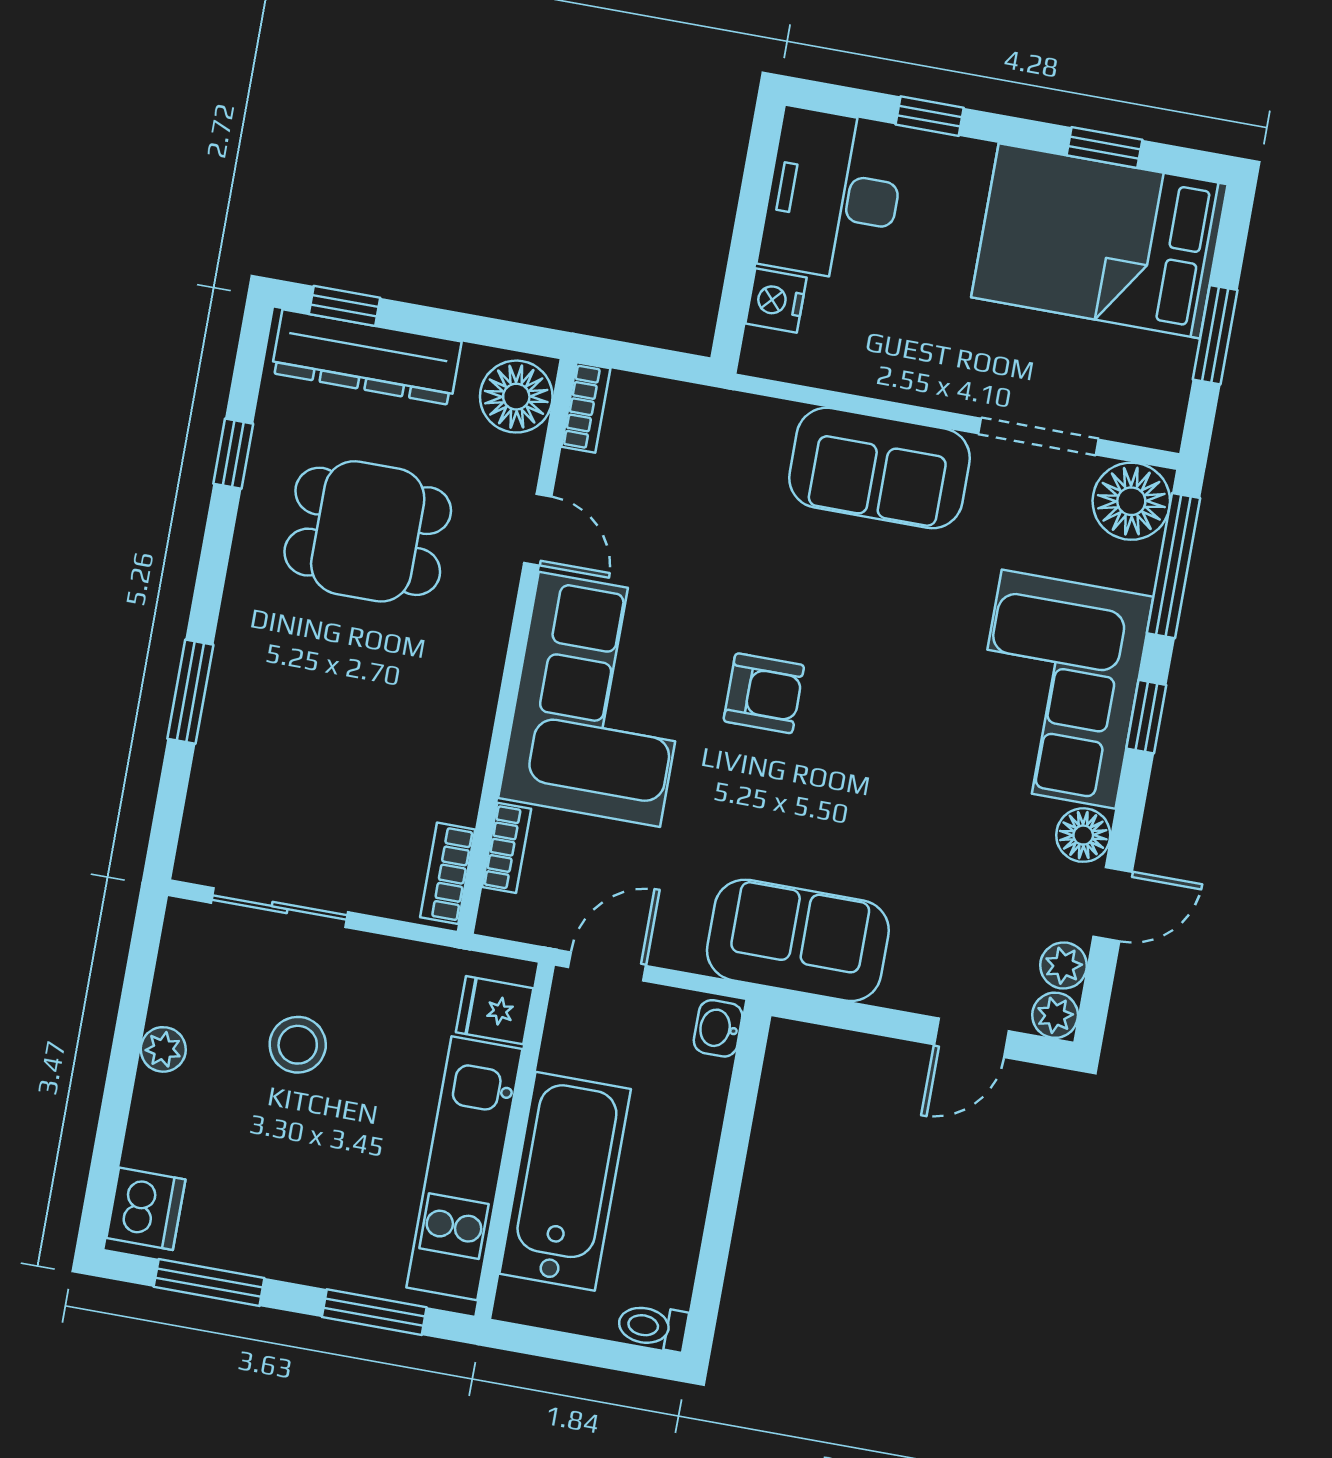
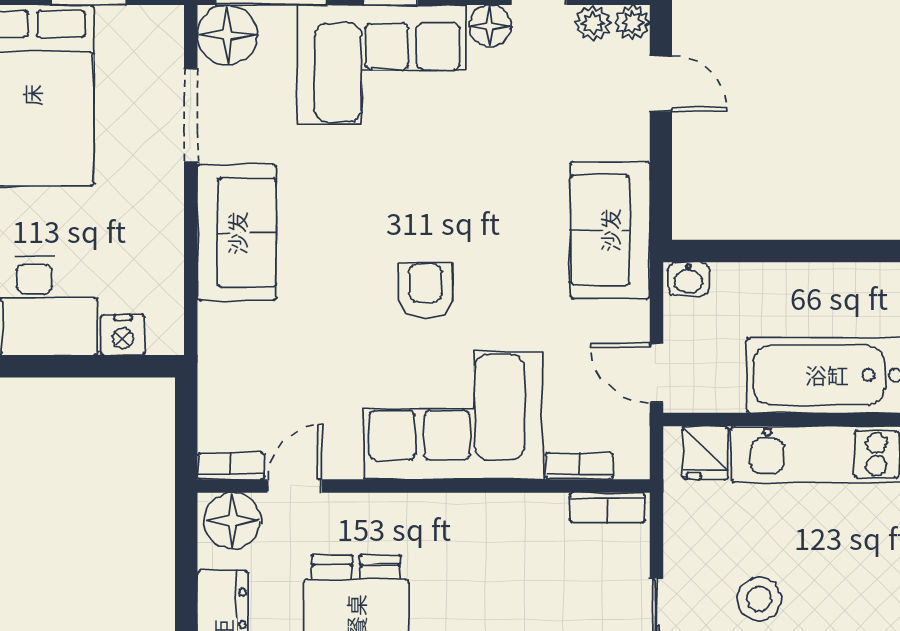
door: (538, 530) -> (295, 486), moved

